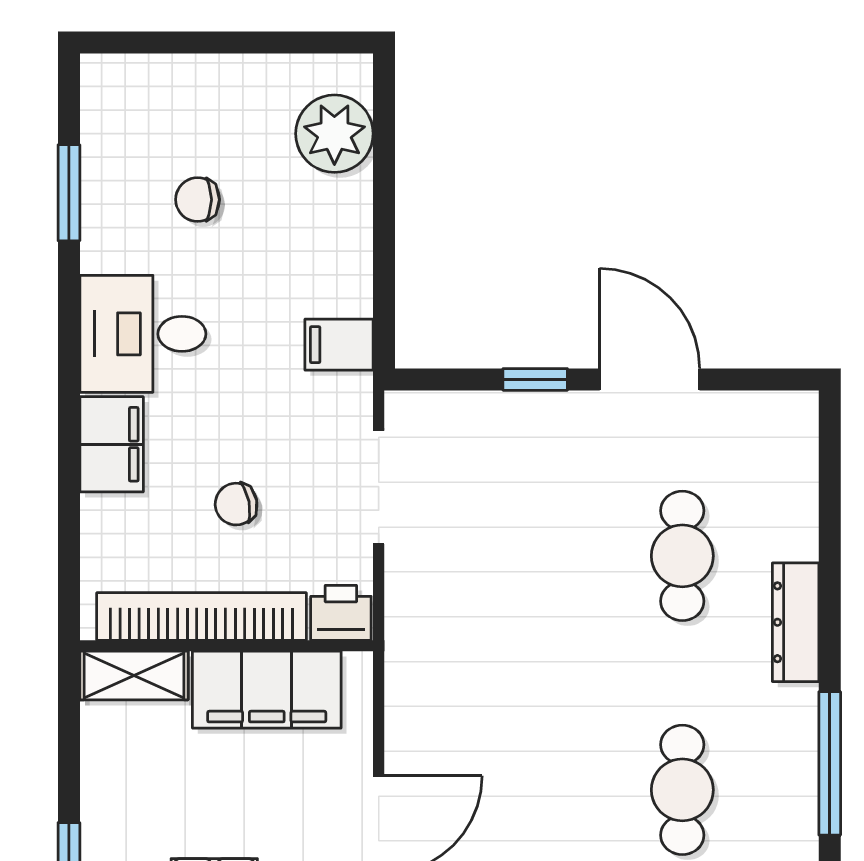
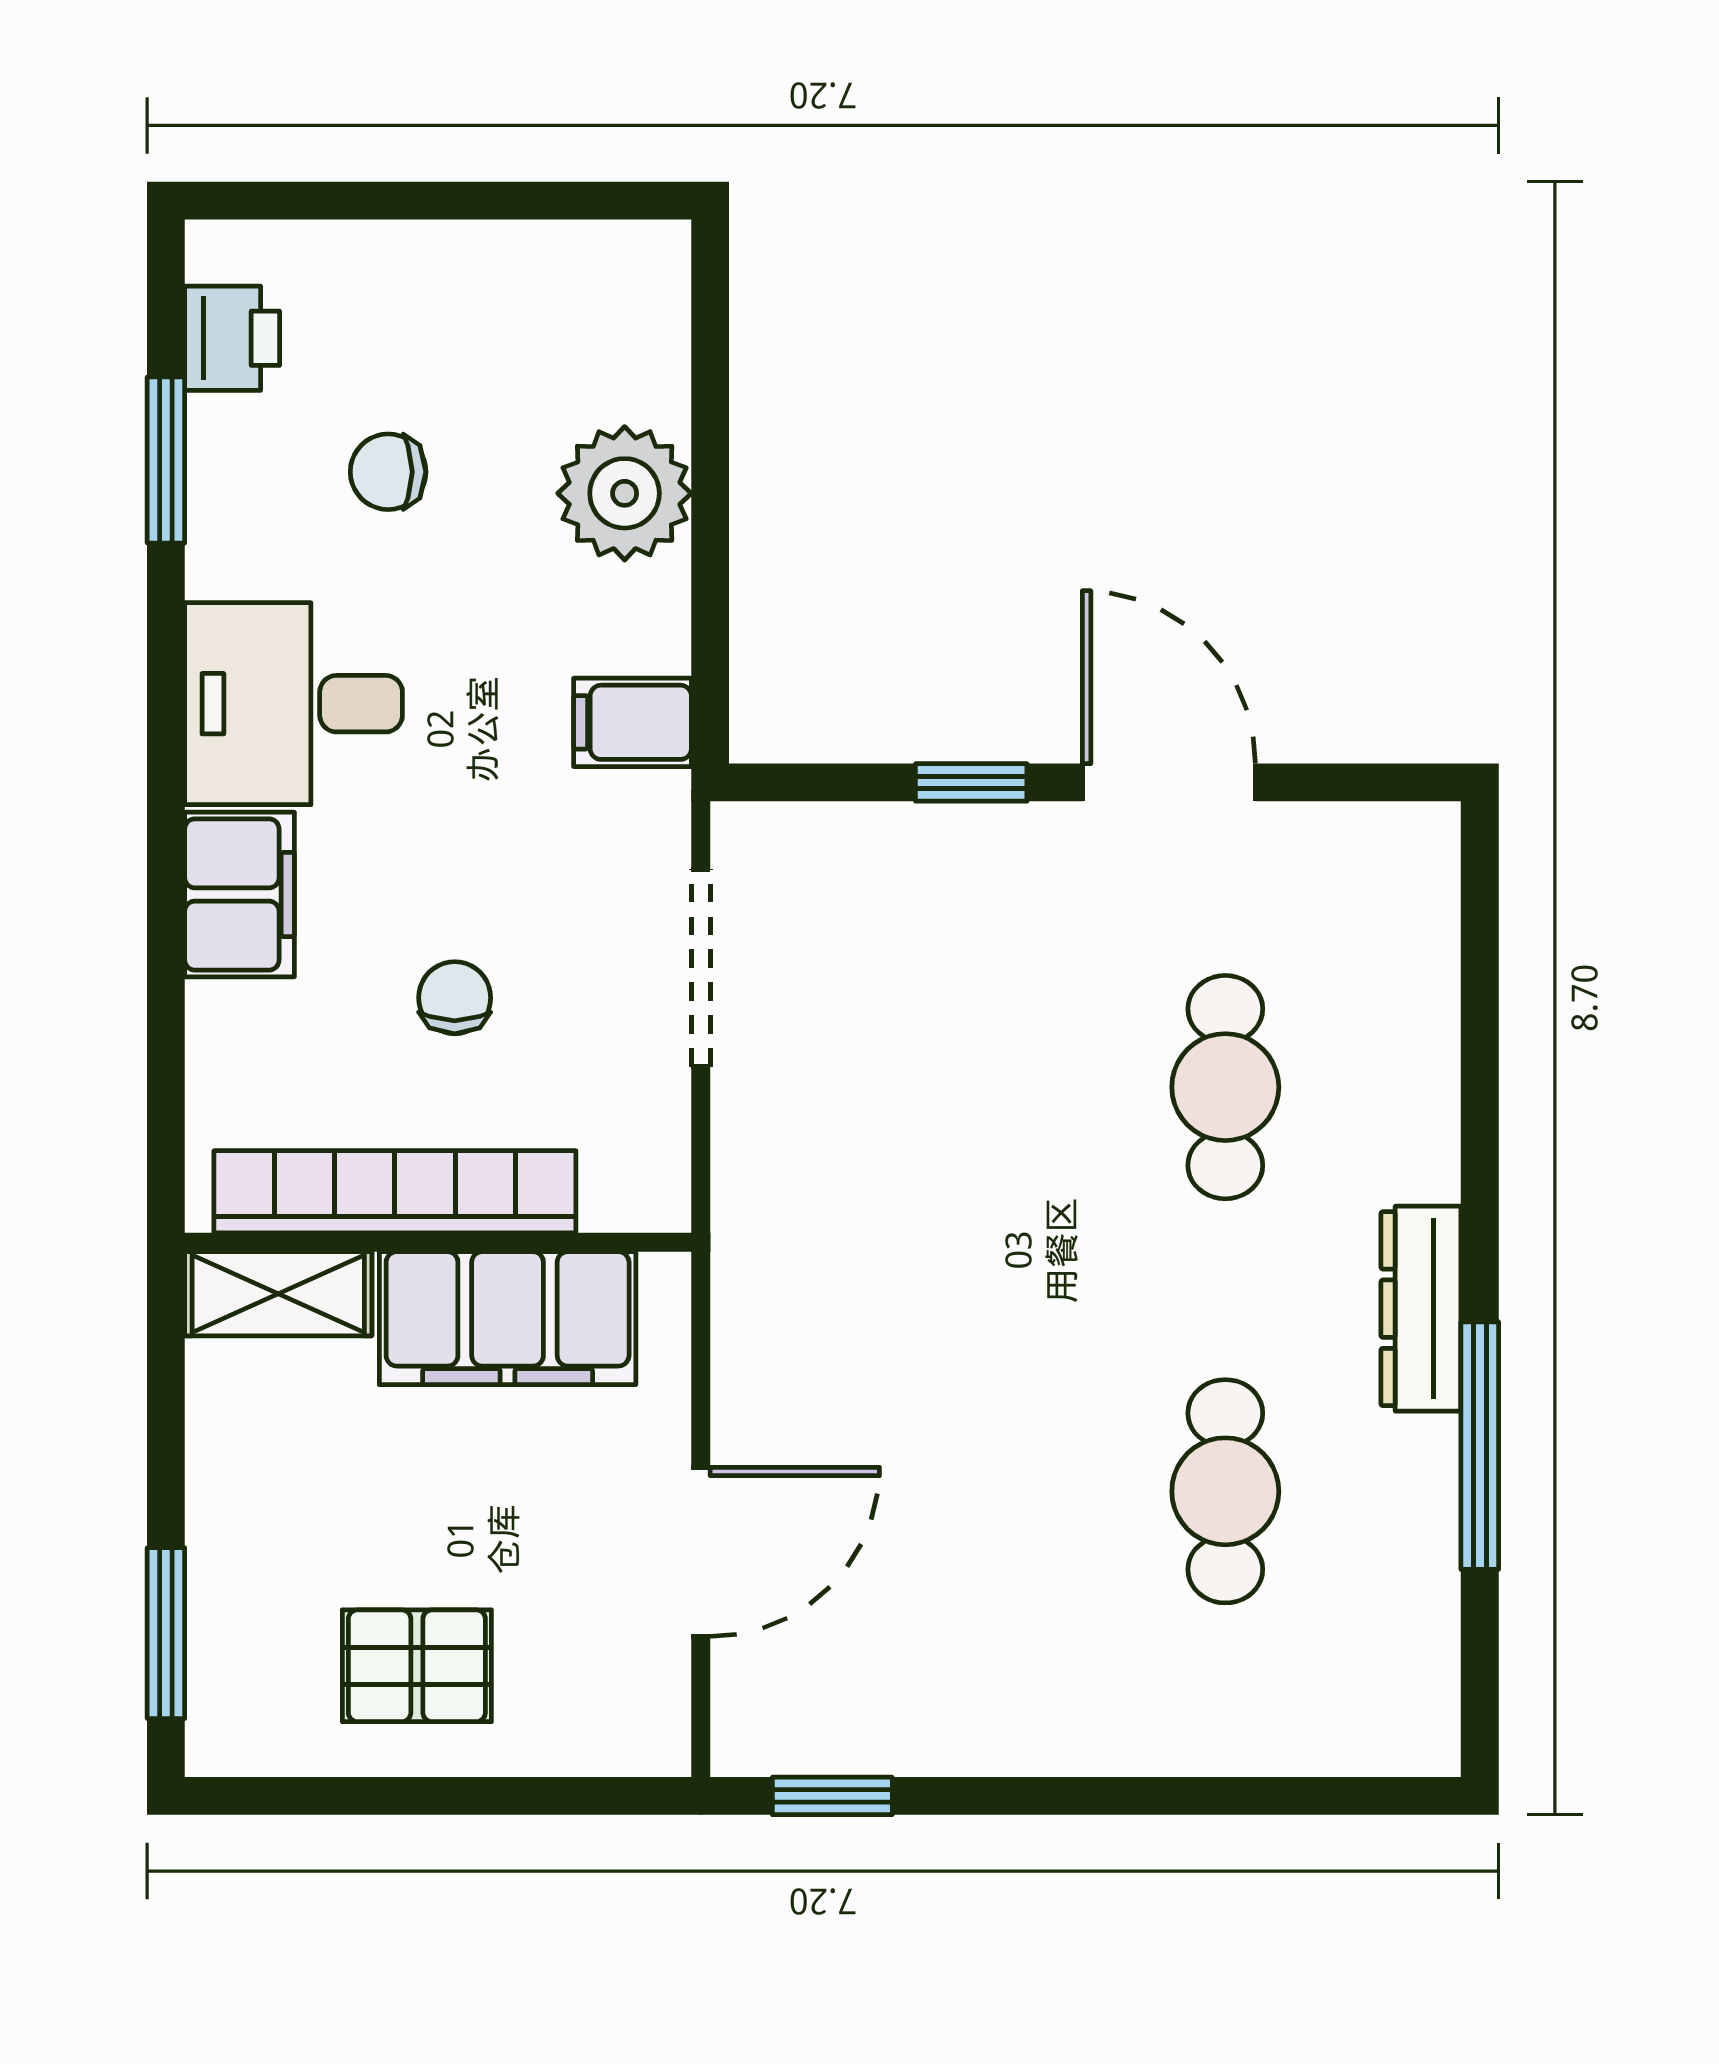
plant: (334, 134) -> (625, 493), moved
chair: (236, 504) -> (455, 998), turned 101
printer: (341, 613) -> (232, 338), moved, turned 90
dresser: (796, 622) -> (1421, 1309), moved

